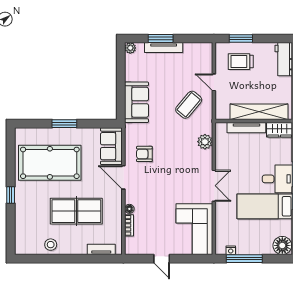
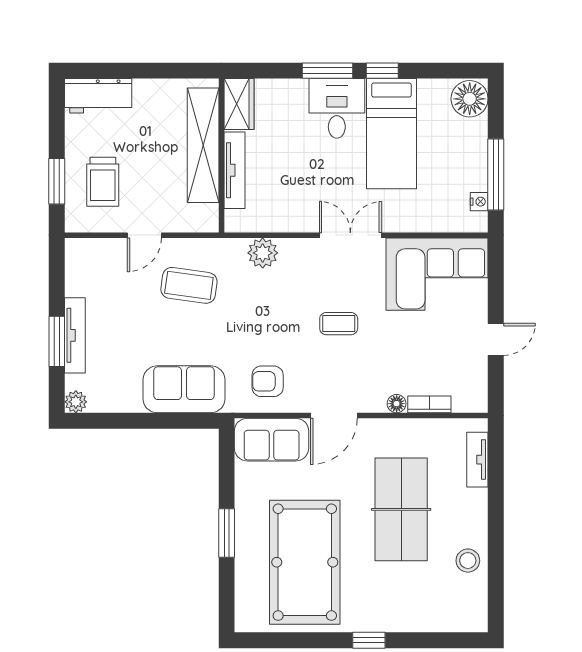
coffee table: (189, 105) -> (189, 285), turned -32
armchair: (144, 154) -> (268, 381), moved, turned 90
coffee table: (170, 180) -> (339, 324), added

